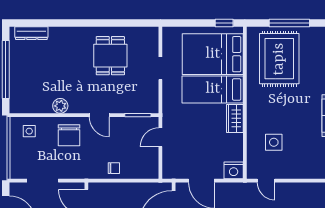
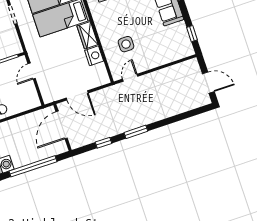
nightstand: (234, 170) -> (94, 56), moved, turned -90
door: (266, 181) -> (130, 78), swing flipped

